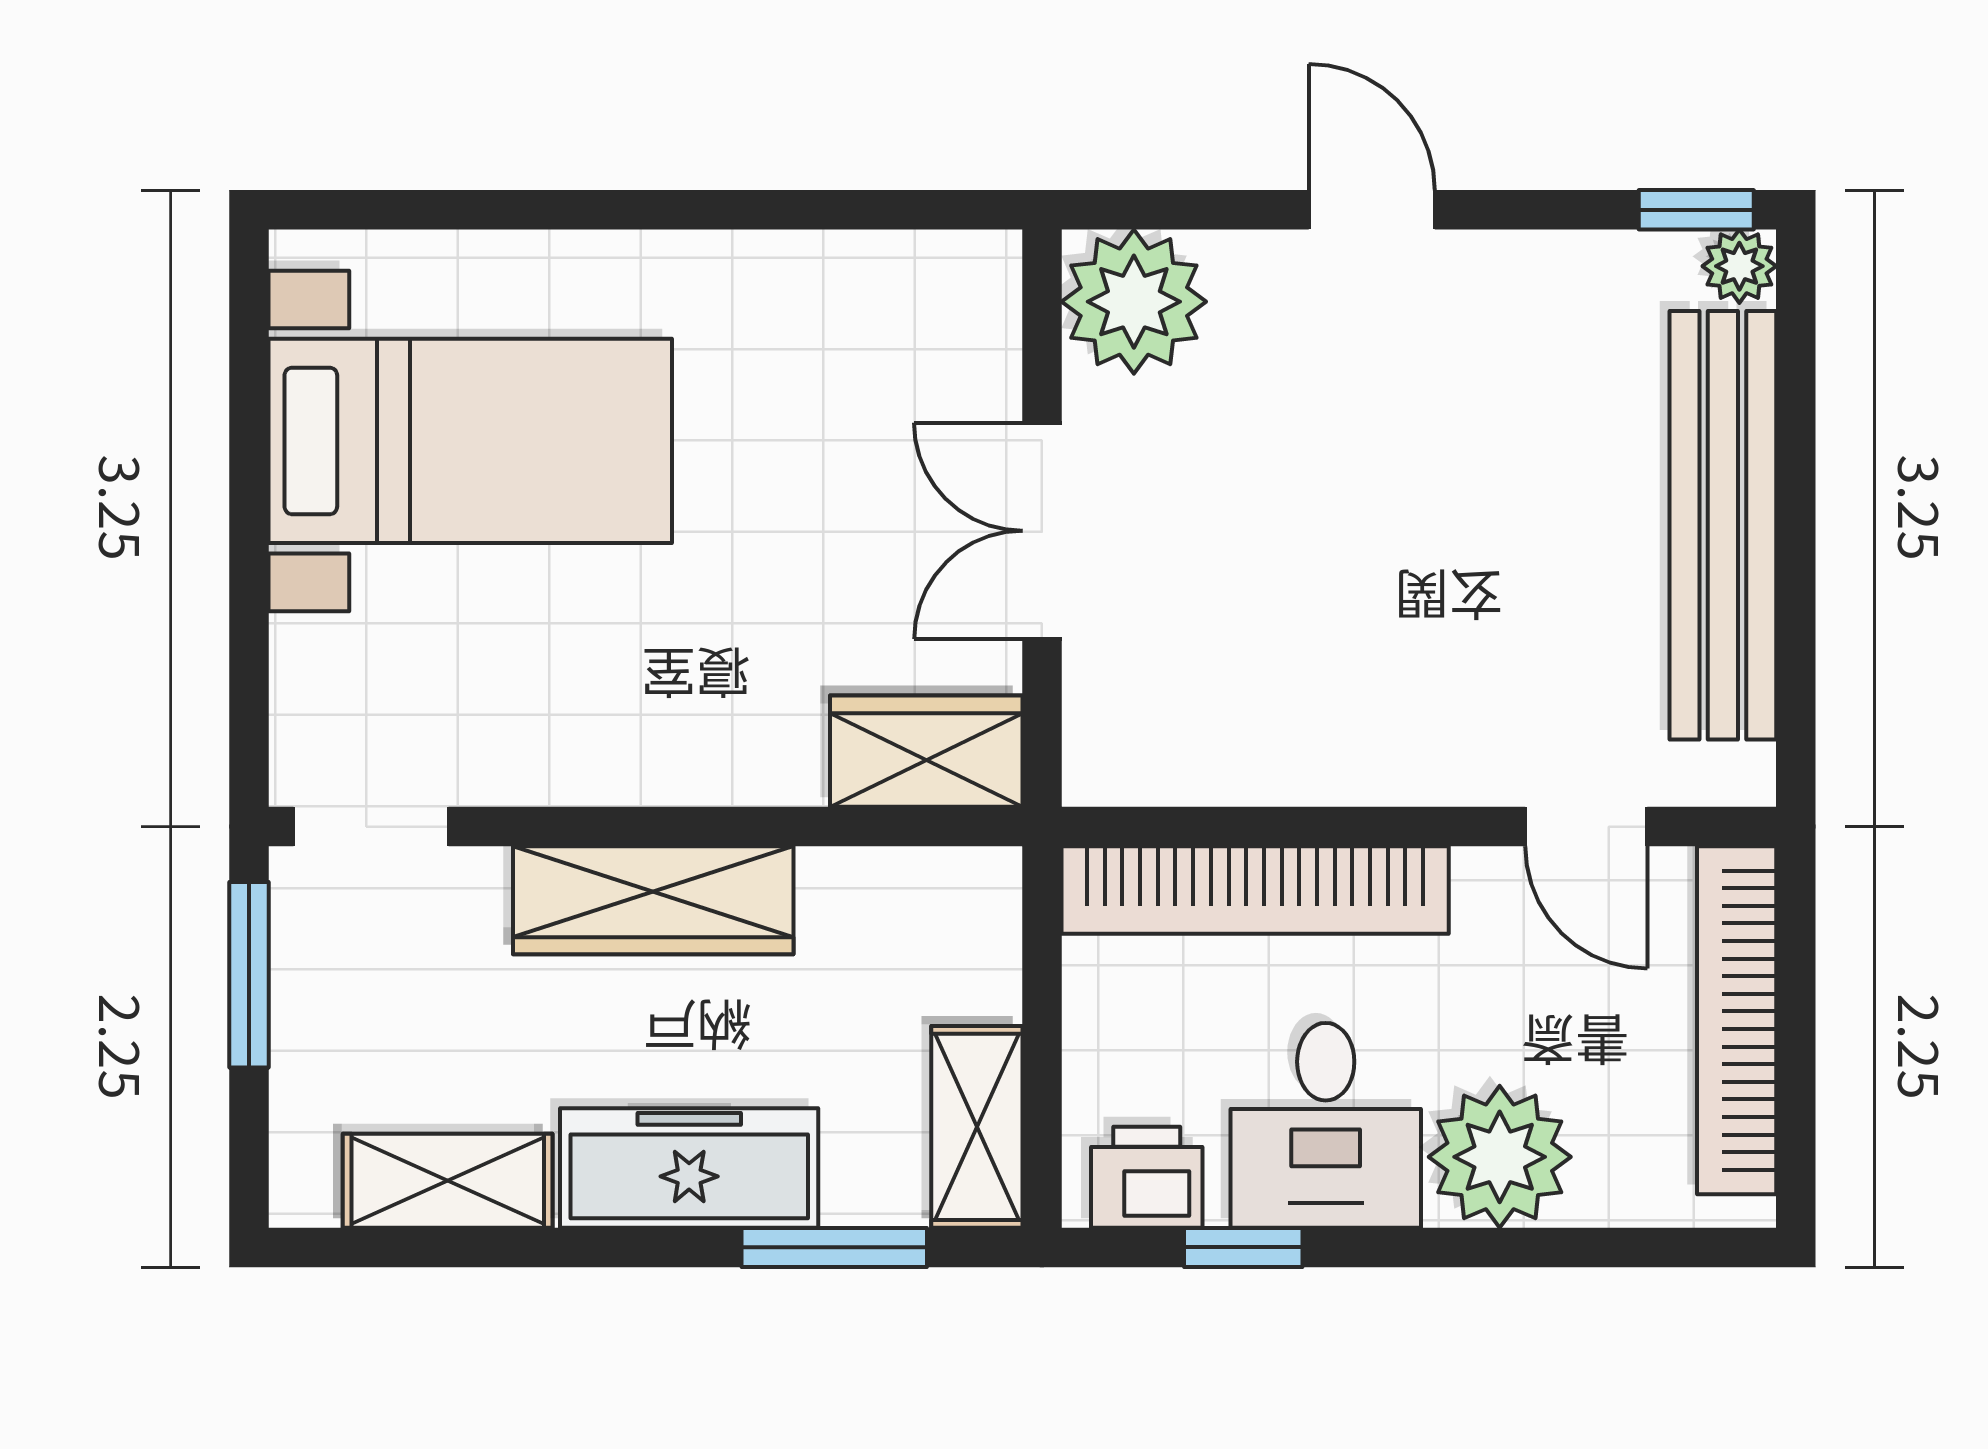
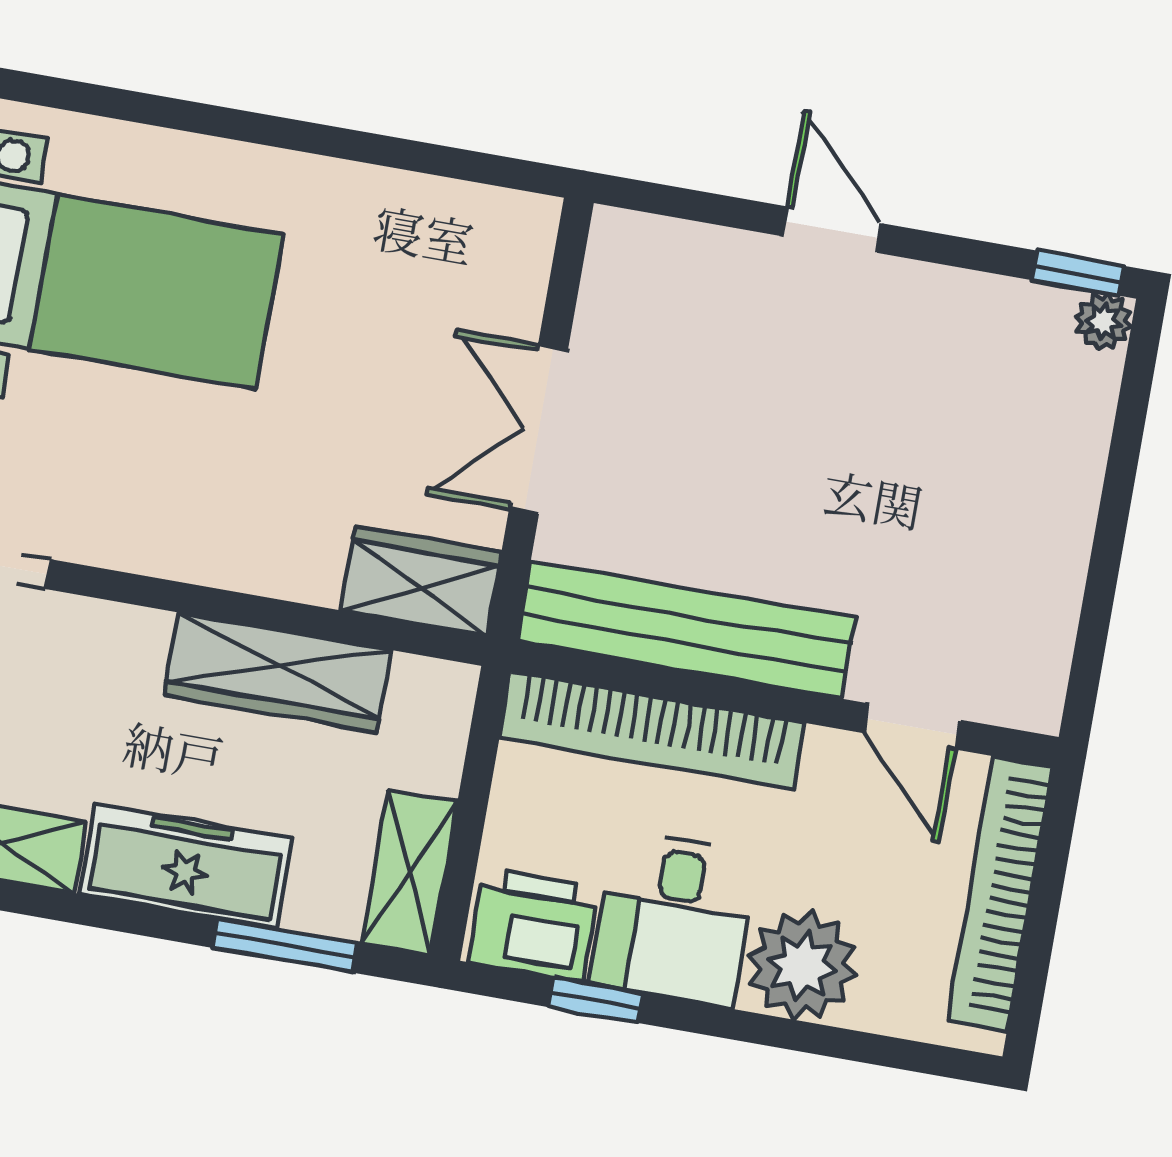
plant: (1134, 302) -> (639, 268), removed
bench: (1723, 525) -> (686, 630), moved, turned 90
wardrobe: (653, 900) -> (278, 672), moved
printer: (1147, 1177) -> (533, 925), width x1.36, depth x1.24

